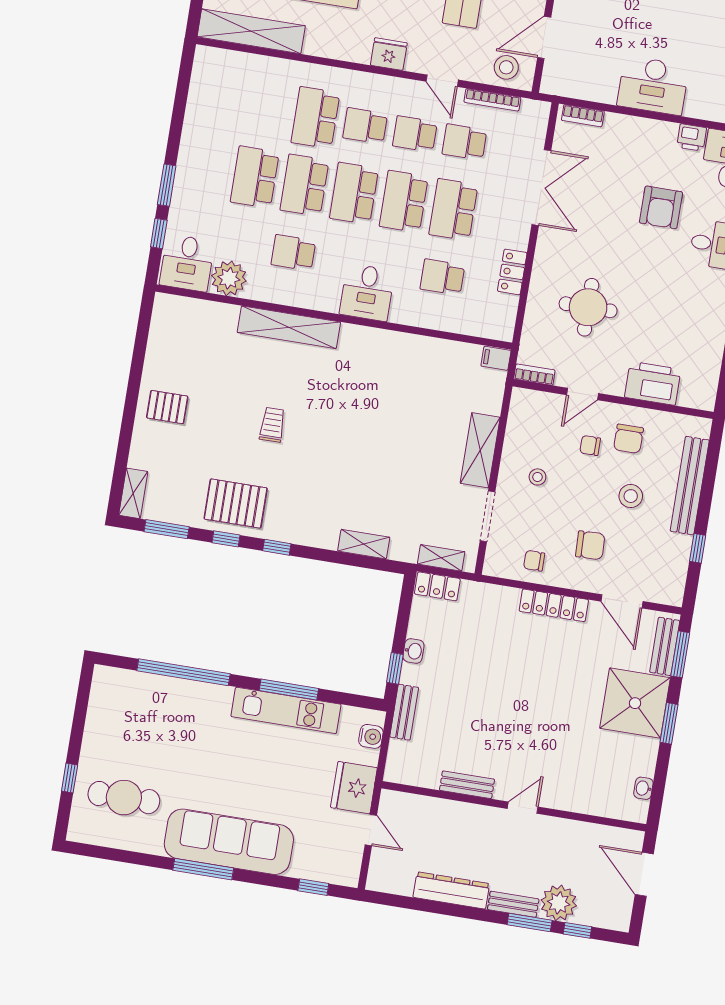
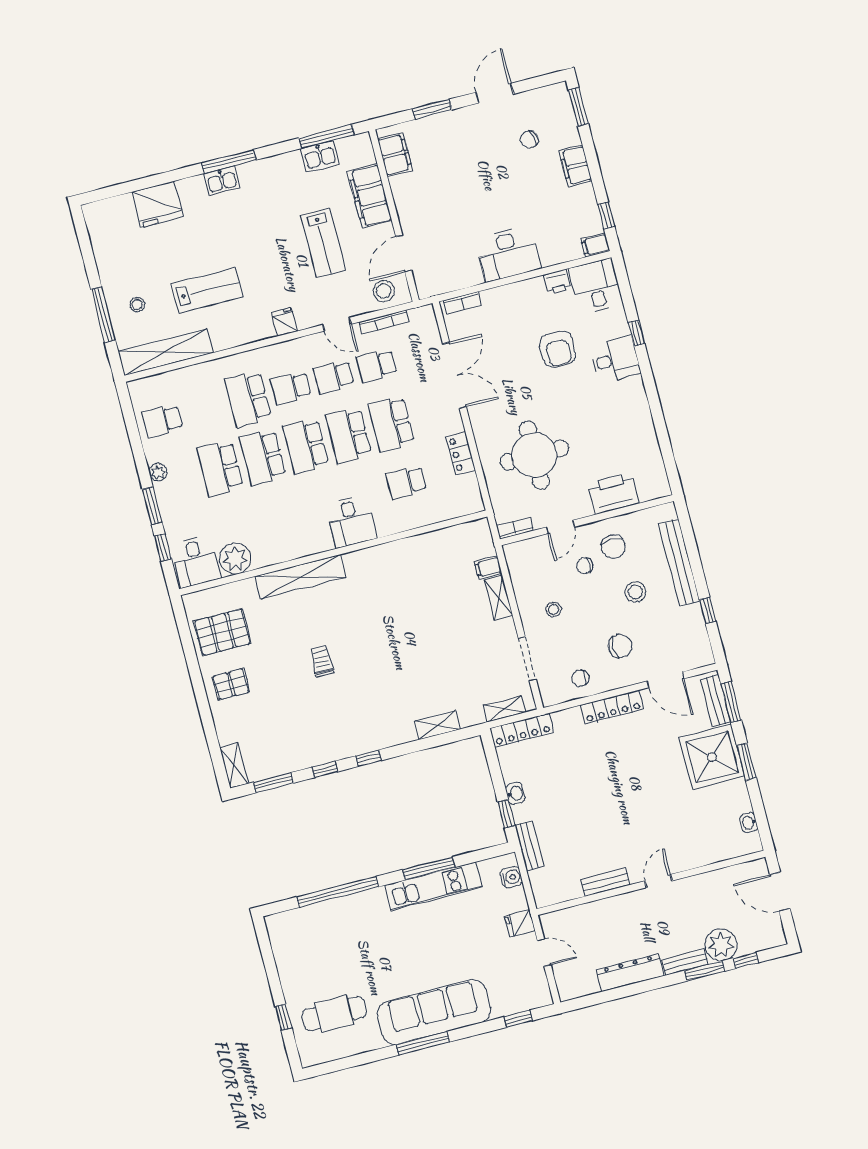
fridge: (389, 54) -> (284, 322), width x0.72
plant: (188, 153) -> (158, 472), added
school desk: (293, 253) -> (162, 421), moved
round table: (588, 307) -> (534, 455), width x1.36, depth x1.36
filing cabinet: (496, 358) -> (488, 567), moved
shelving: (480, 450) -> (498, 597), width x0.67, depth x0.75
pallet: (236, 503) -> (222, 632), moved
locker: (437, 586) -> (522, 730), width x1.53
fridge: (354, 788) -> (520, 923), width x0.53, depth x0.75

